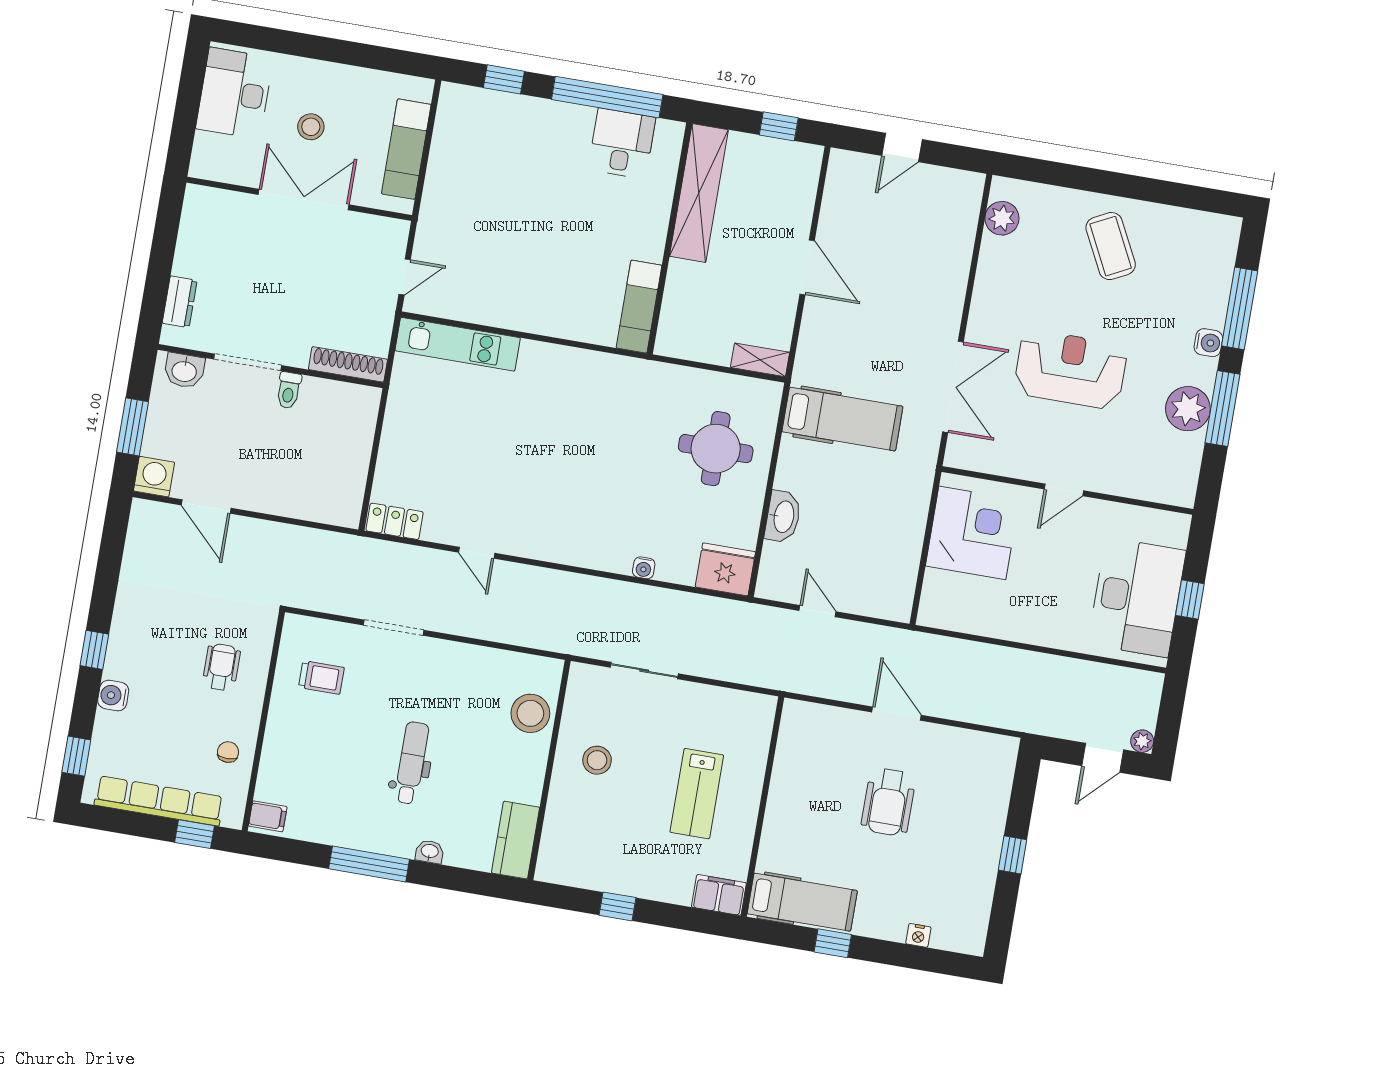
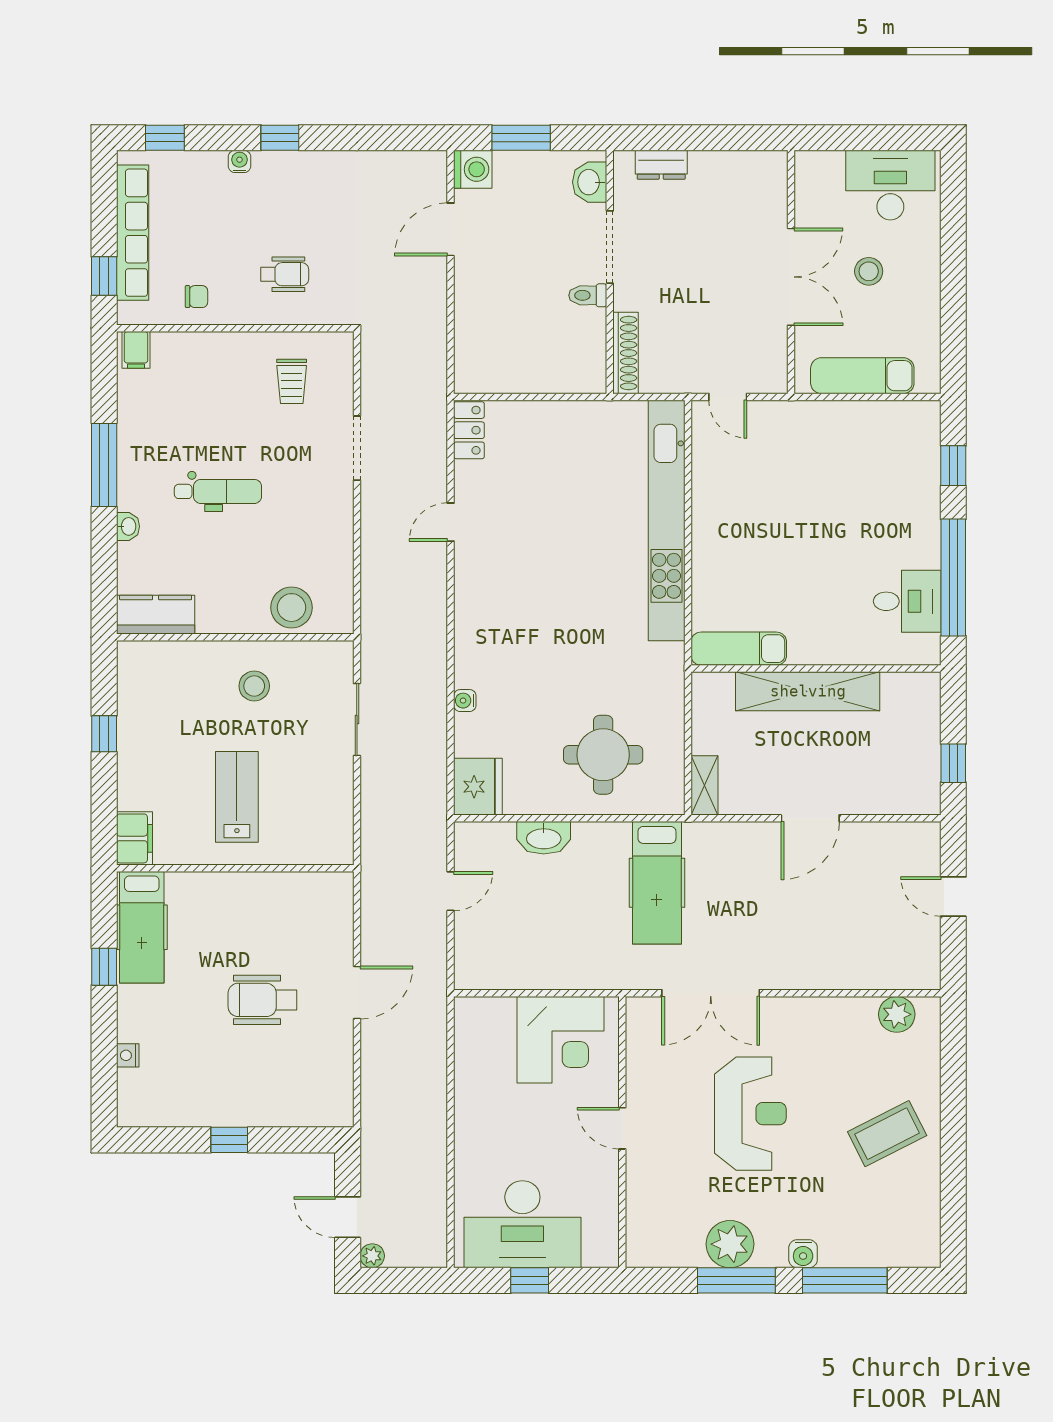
shelving: (699, 193) -> (808, 691), moved
kitchen unit: (458, 344) -> (667, 520), width x1.86
water cooler: (113, 696) -> (240, 161), width x0.72, depth x0.72
lab bench: (697, 794) -> (237, 797), turned 90

